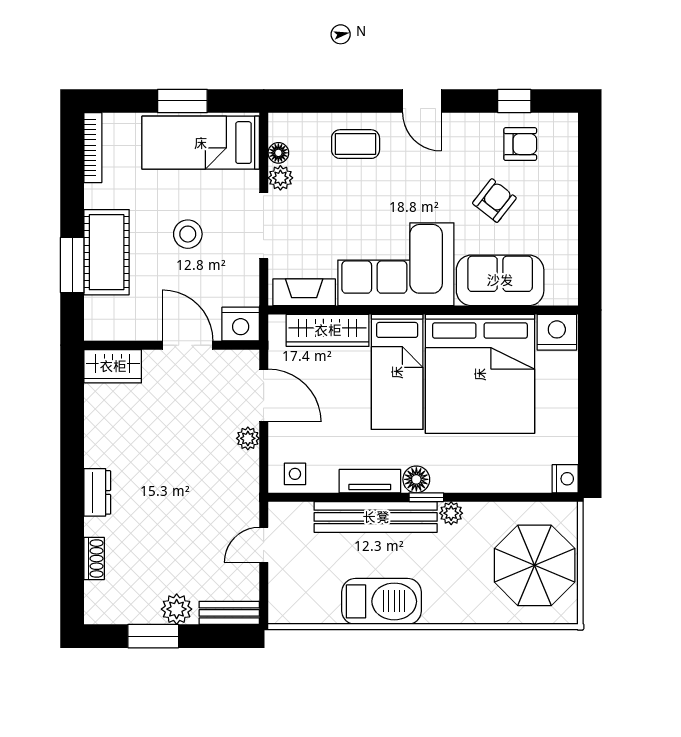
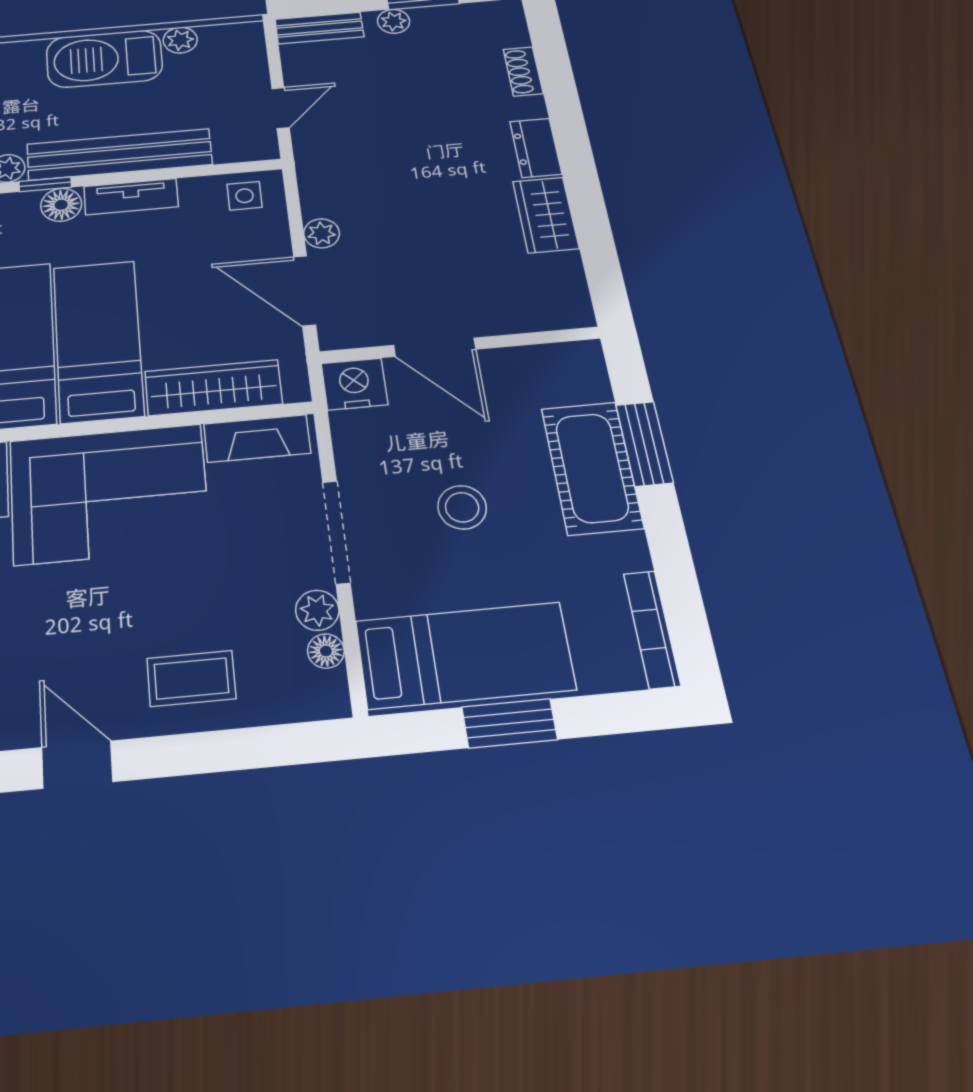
wardrobe: (113, 366) -> (546, 215), moved, turned -90
plant: (177, 609) -> (394, 21), width x0.73, depth x0.73
plant: (327, 613) -> (180, 40), added

